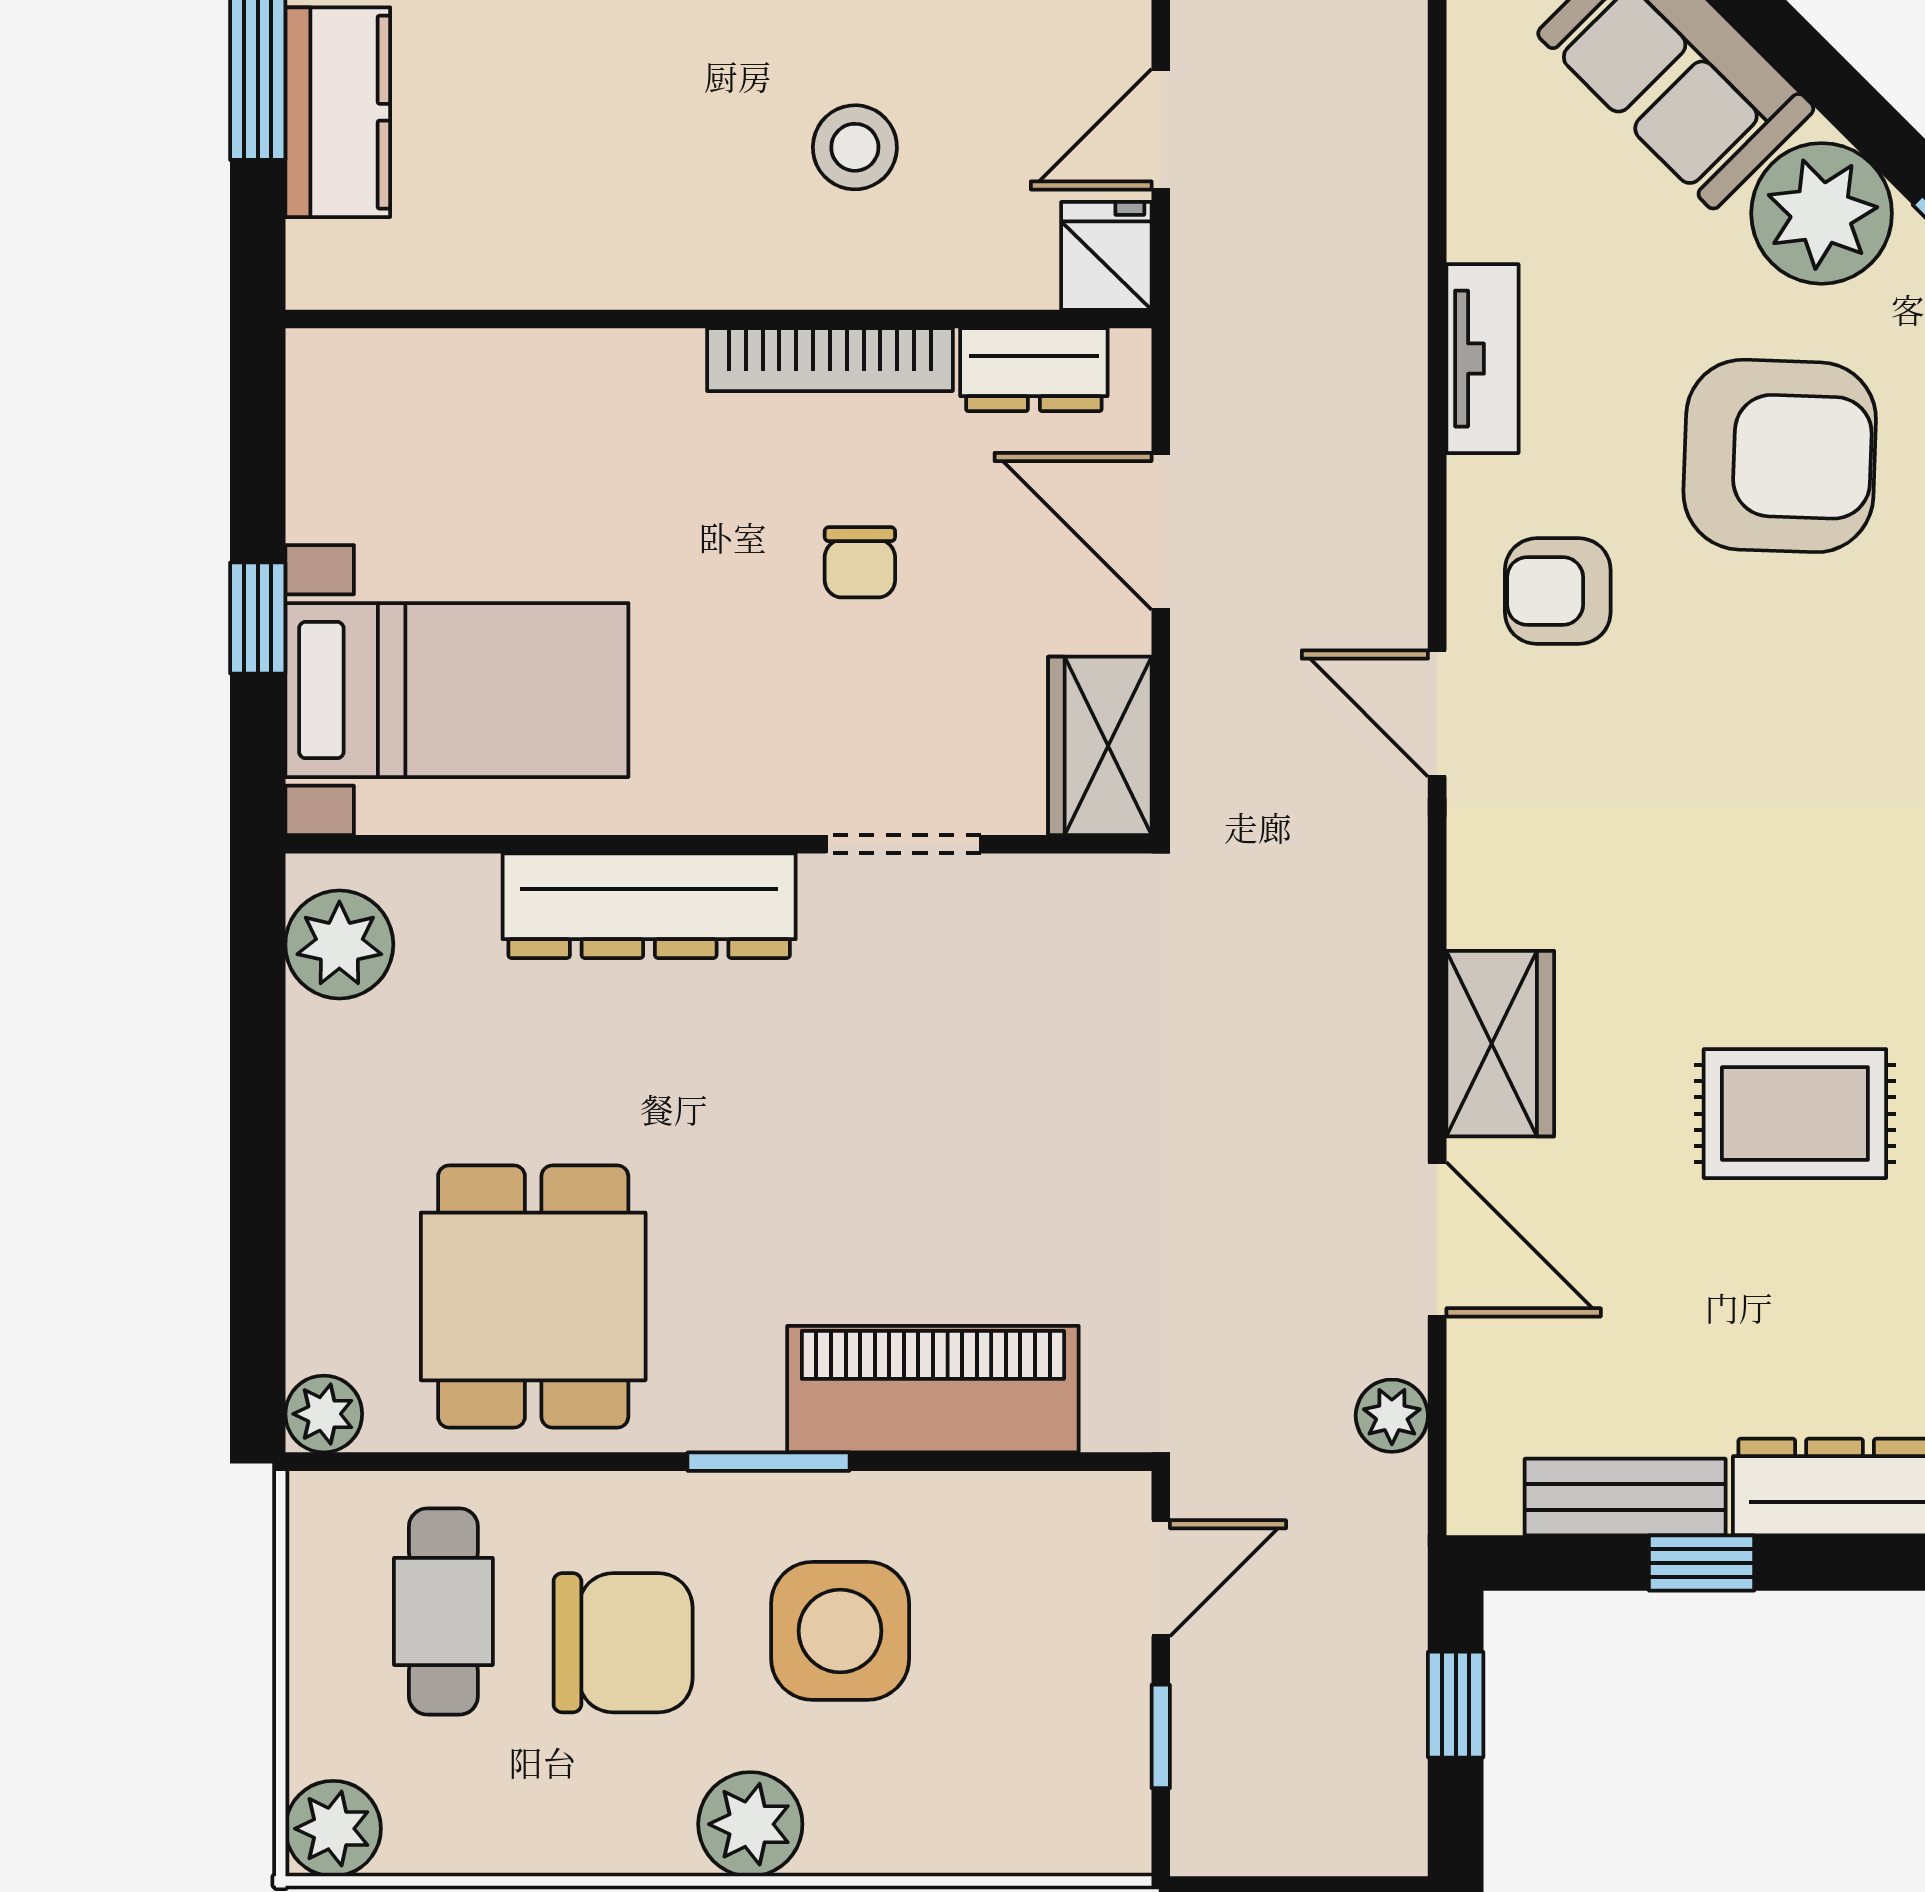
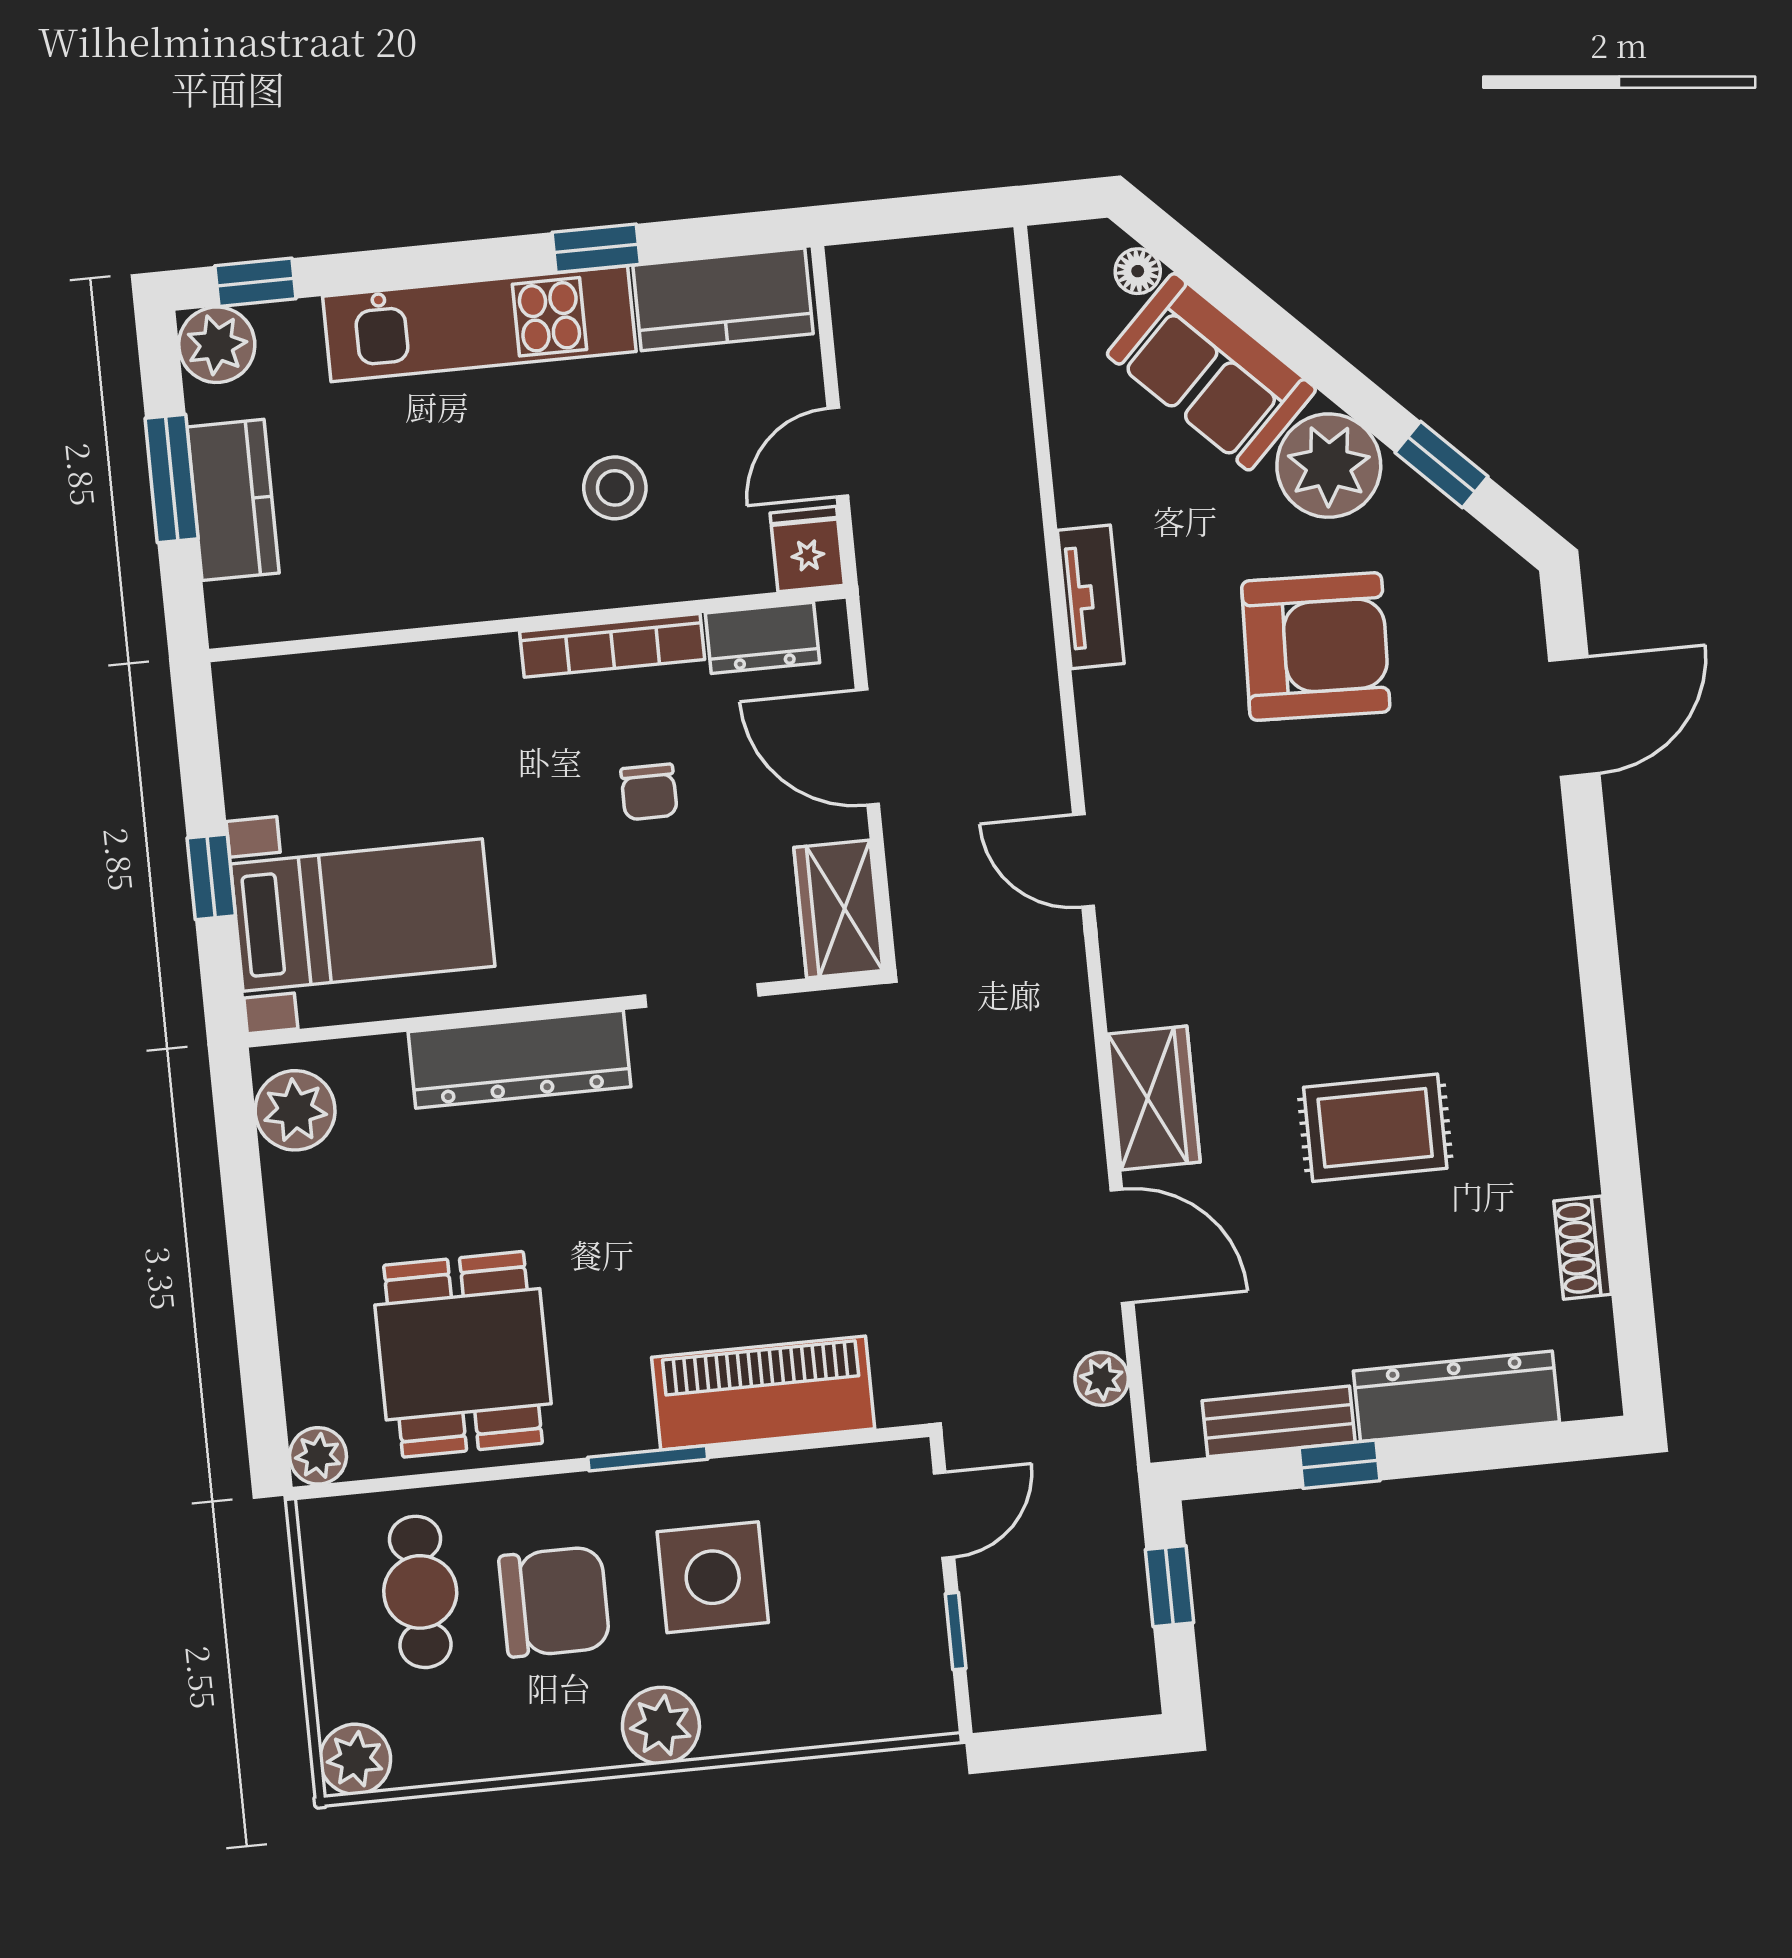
armchair: (1558, 591) -> (1163, 762), removed

